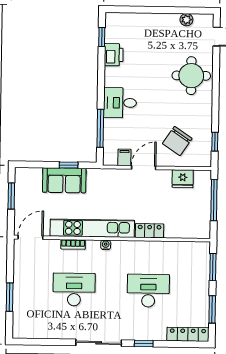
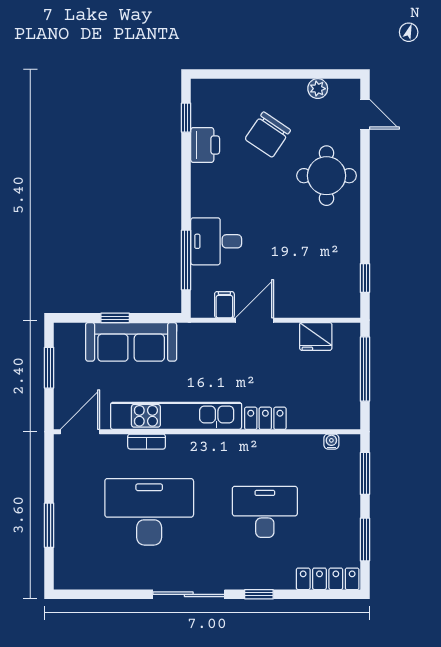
desk: (120, 103) -> (216, 241), moved
chair: (177, 141) -> (268, 135), moved
window: (69, 165) -> (115, 318), moved
sofa: (64, 180) -> (131, 342), width x1.36
water cooler: (106, 245) -> (331, 442), moved
desk: (74, 290) -> (149, 512), width x1.36, depth x1.30

